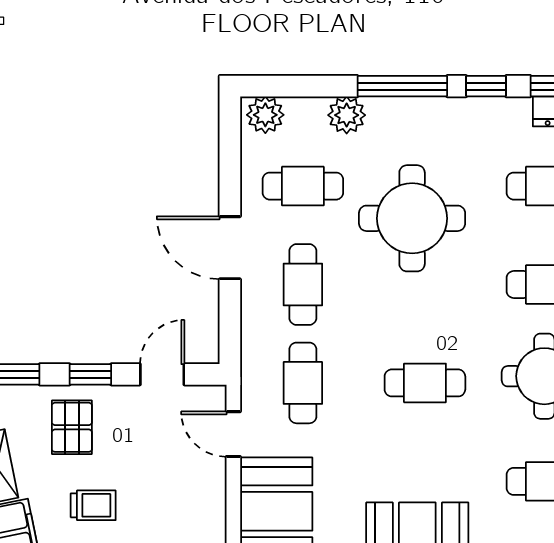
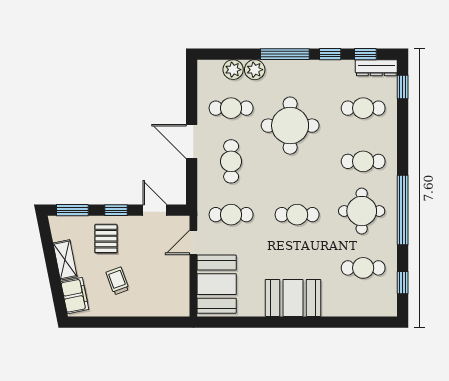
plant: (265, 115) -> (233, 70), moved
door: (162, 374) -> (155, 210), hinge flipped
cafe table: (303, 383) -> (231, 215), turned 90
door: (233, 434) -> (193, 242), hinge flipped
trolley: (93, 505) -> (118, 281), turned -110

